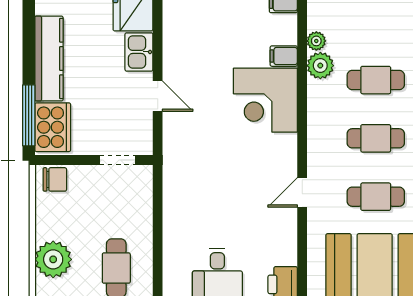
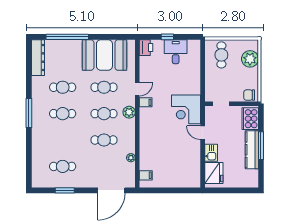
filing cabinet: (284, 56) -> (146, 102), moved
plant: (320, 66) -> (129, 112), moved
corner desk: (265, 100) -> (186, 109), moved, turned 180
window: (29, 115) -> (261, 146), moved

